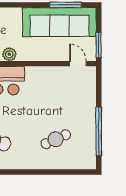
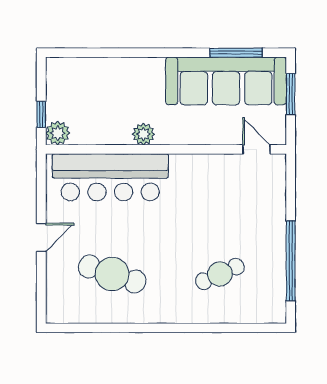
window: (99, 45) -> (291, 94), moved

